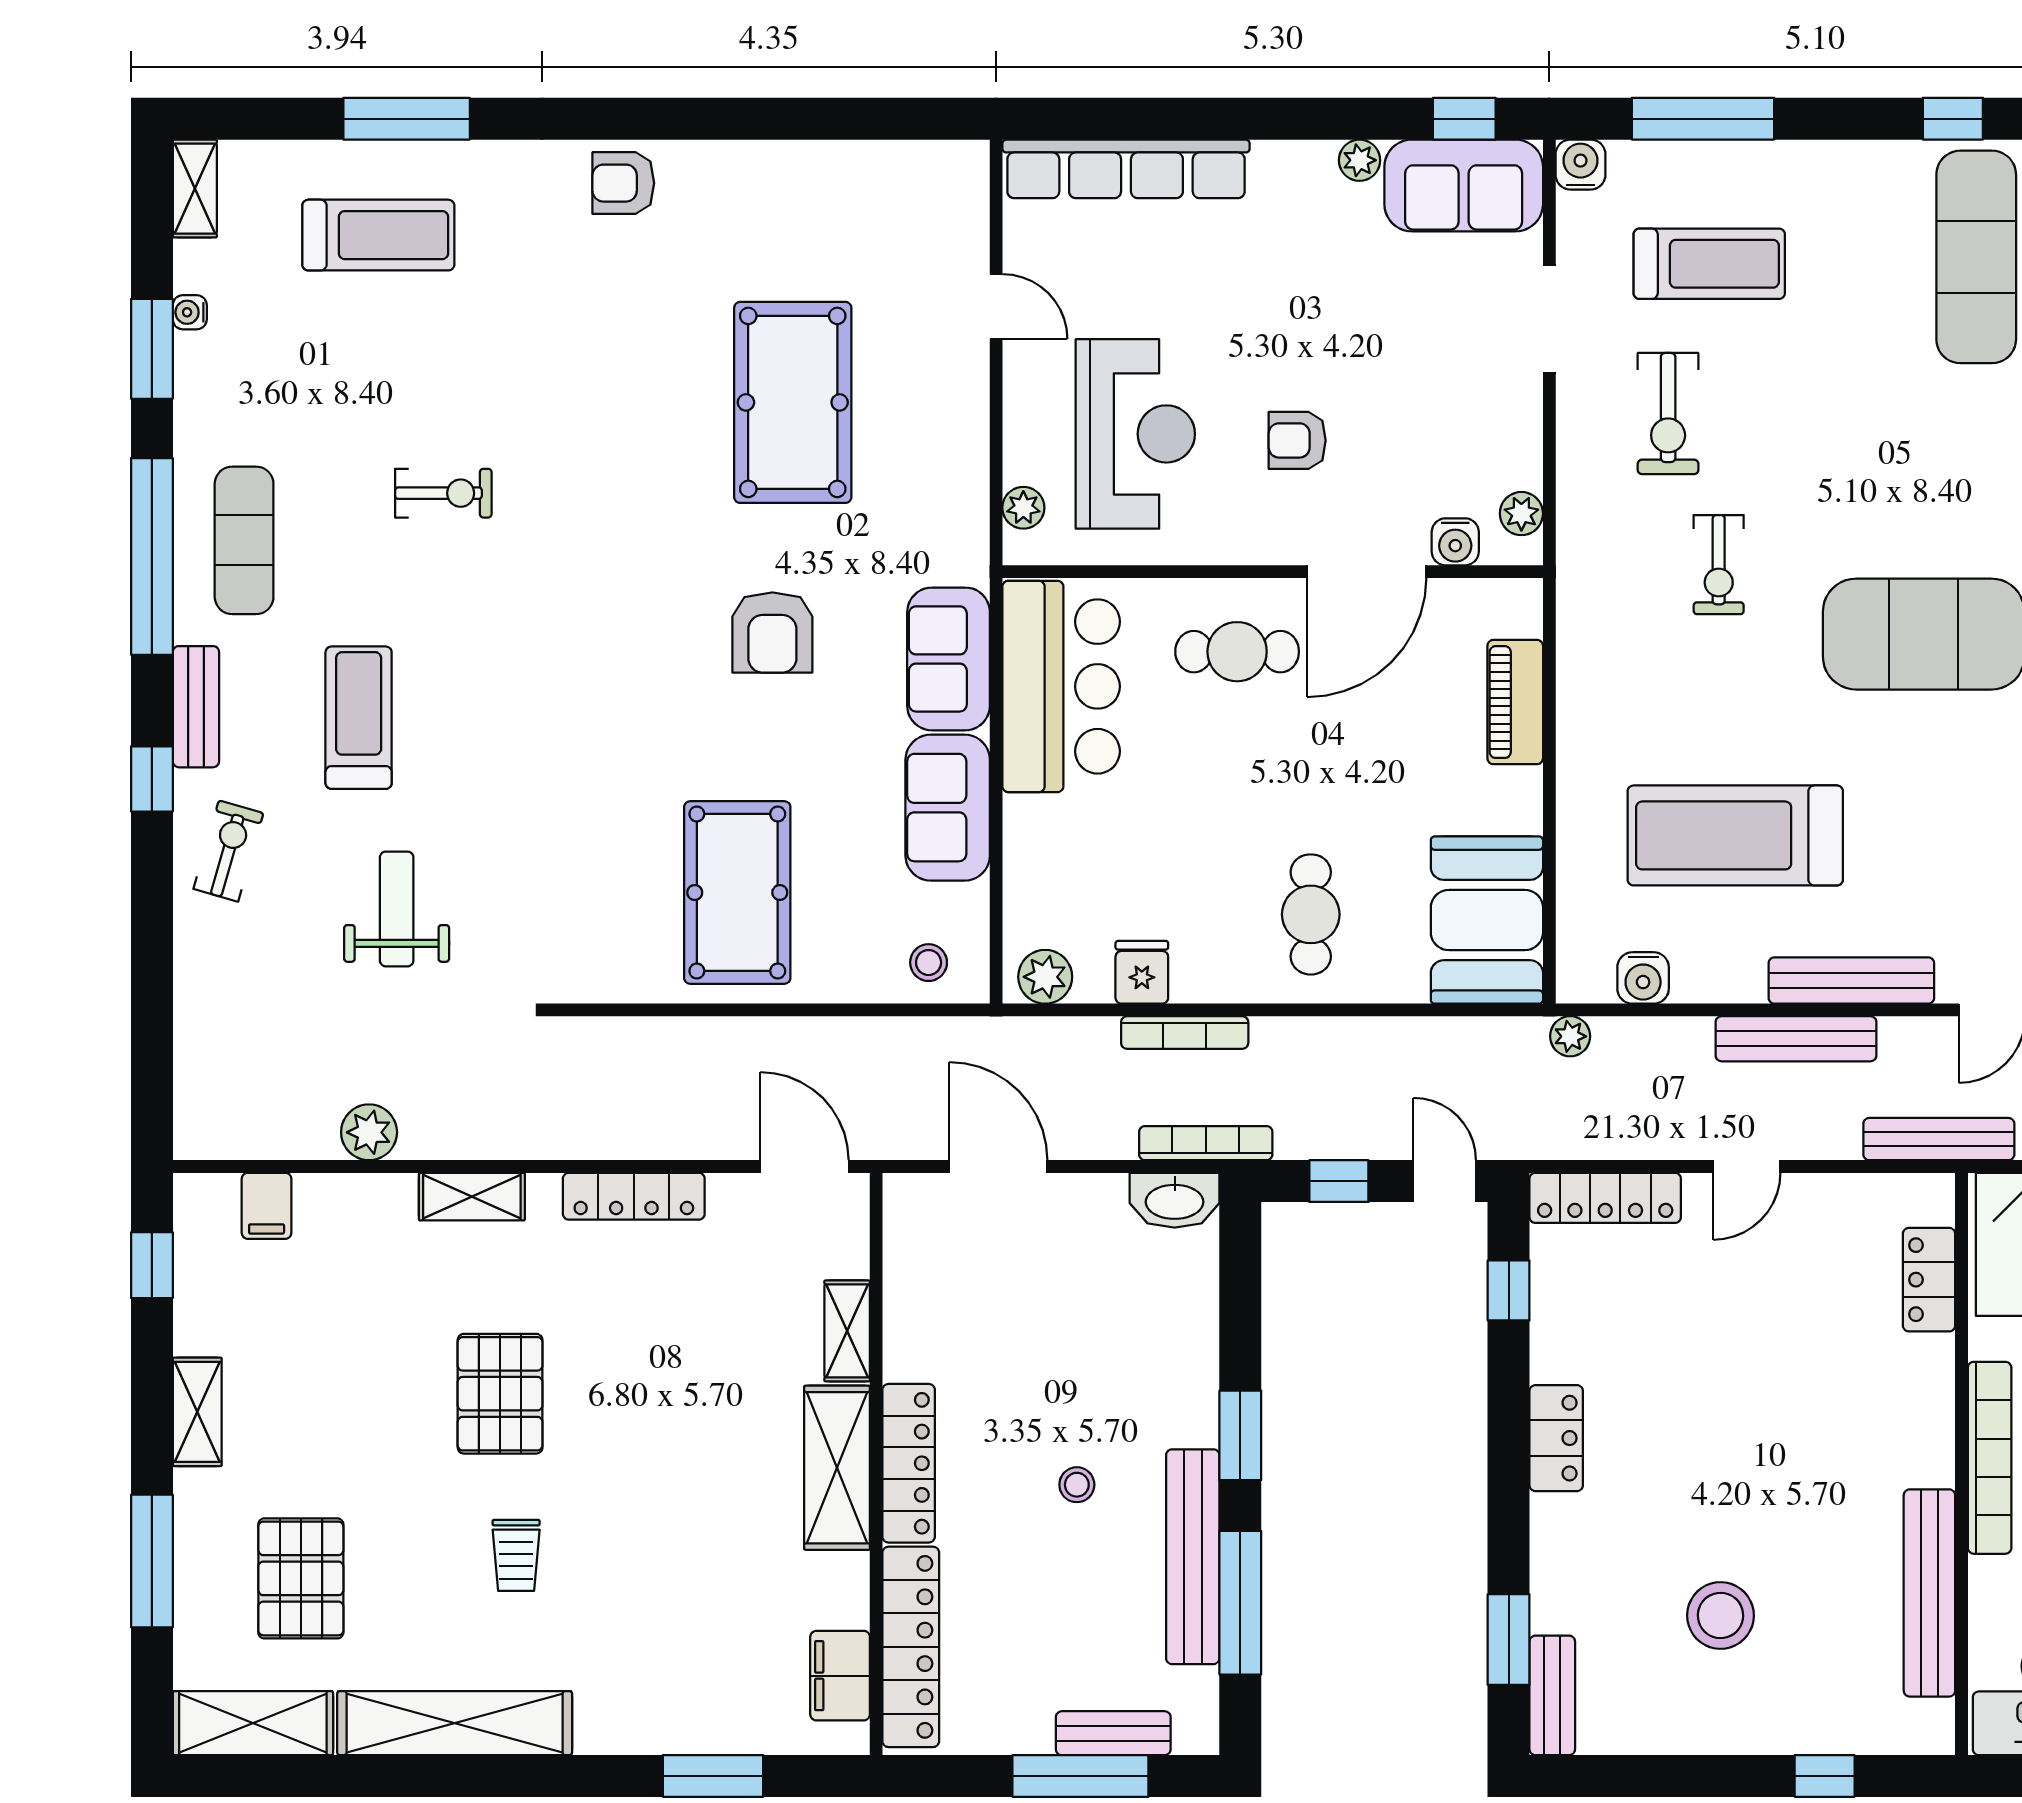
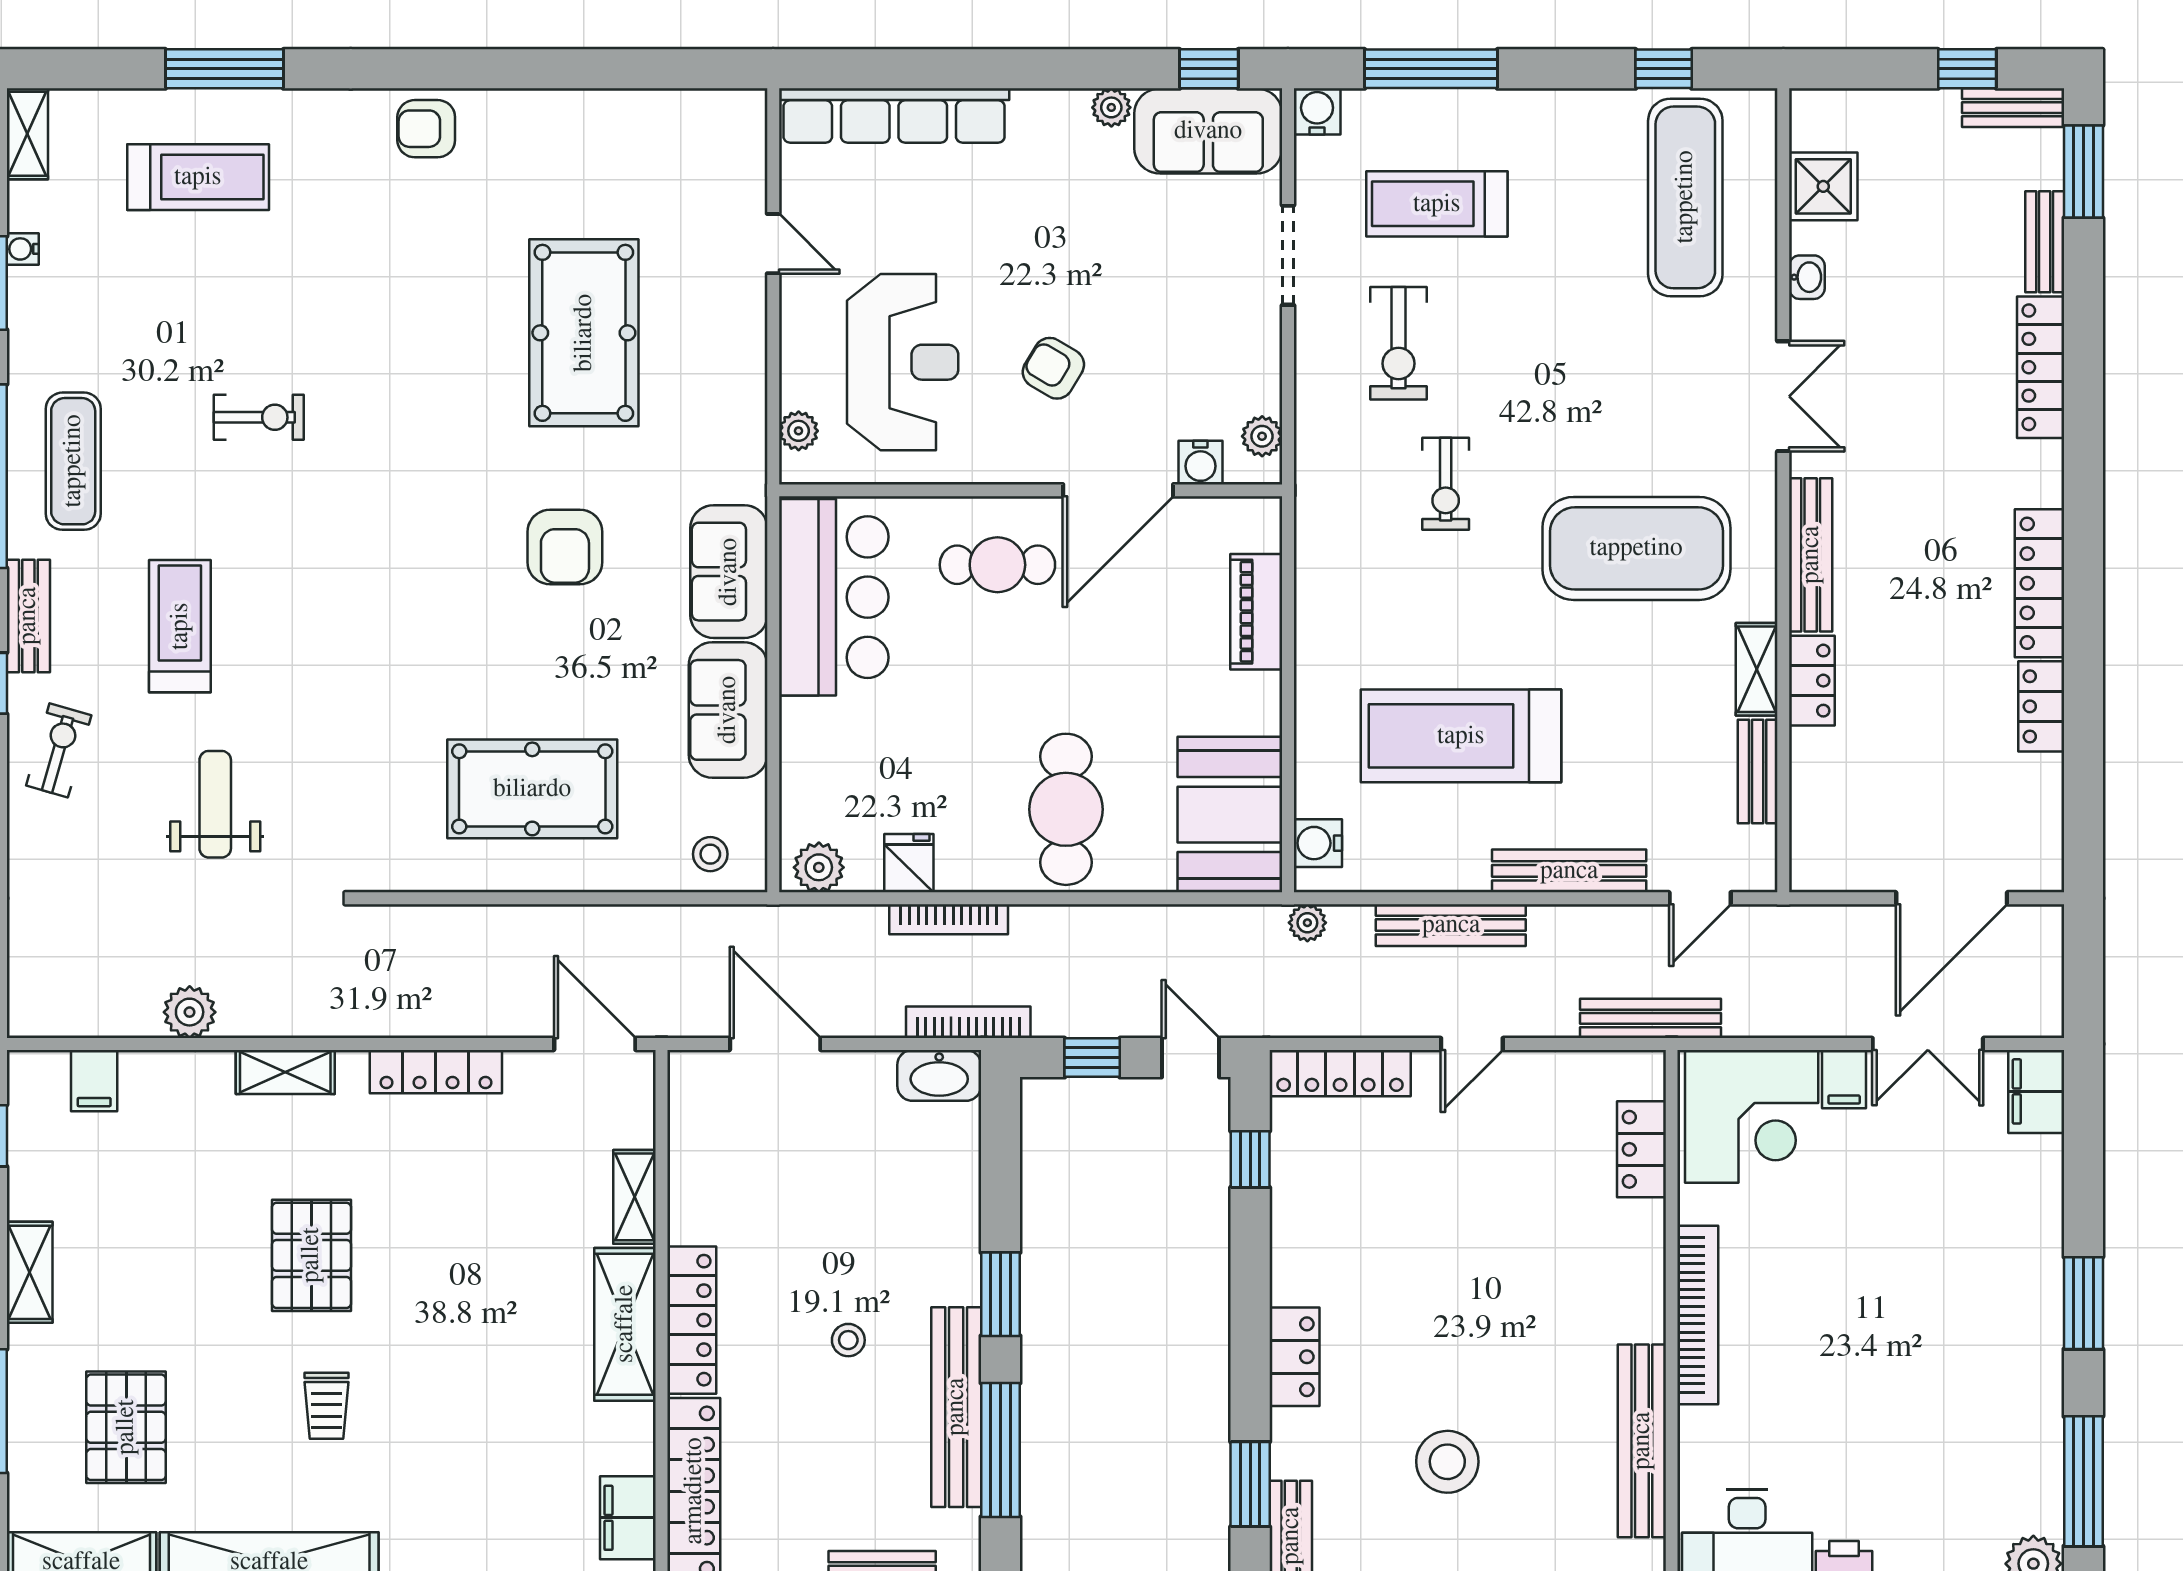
treadmill: (1709, 264) -> (1437, 204), turned 180
armchair: (1297, 440) -> (1053, 368), turned 31
pool table: (737, 892) -> (532, 789), turned 90
cafe table: (1311, 914) -> (1066, 809), width x1.37, depth x1.35
water cooler: (1643, 978) -> (1318, 843), moved, turned 90
bench: (1796, 1039) -> (1451, 925), moved
locker: (1556, 1438) -> (1294, 1357), moved

